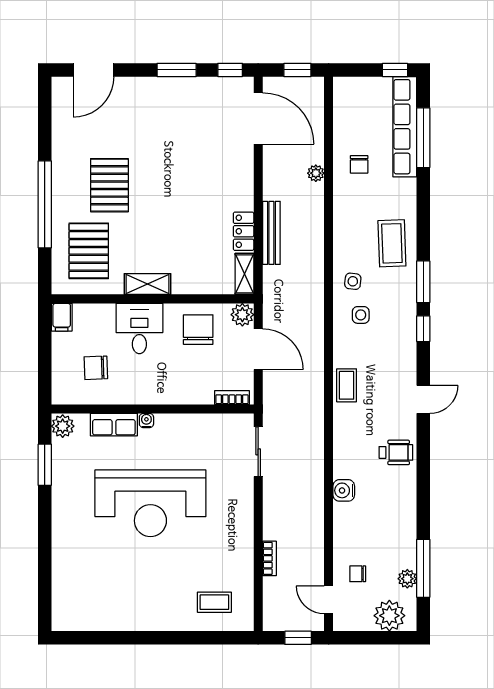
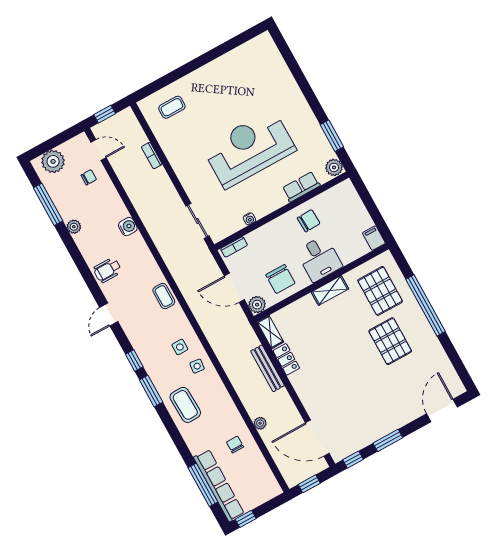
chair: (96, 368) -> (309, 221), moved
water cooler: (146, 420) -> (249, 219), moved
plant: (407, 579) -> (74, 227), moved

